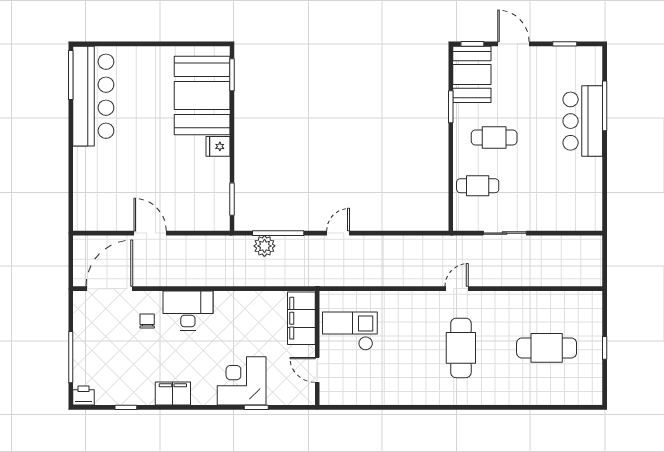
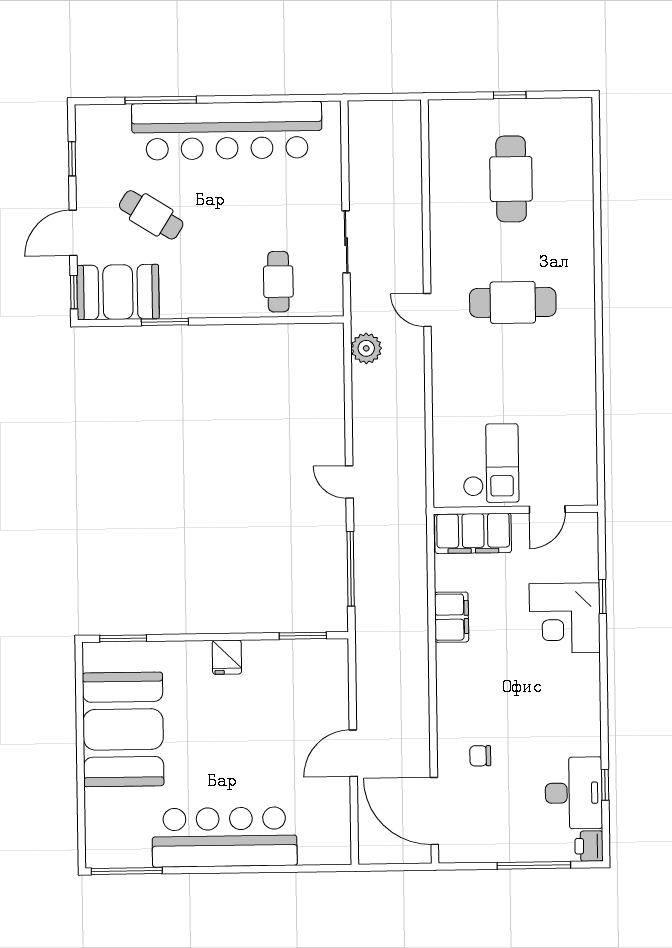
bar counter: (93, 96) -> (224, 837), moved
booth: (202, 96) -> (123, 729), moved, turned 90
bar counter: (583, 121) -> (227, 131), width x1.86
cafe table: (494, 138) -> (151, 215), moved, turned -58
plant: (264, 246) -> (366, 348), moved
desk: (188, 310) -> (574, 793), moved, turned 180
checkout: (350, 331) -> (491, 463), turned 180
filing cabinet: (173, 393) -> (452, 617), moved, turned 180

